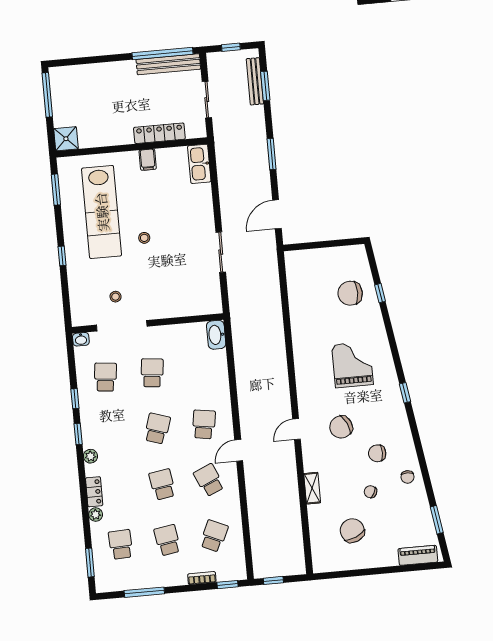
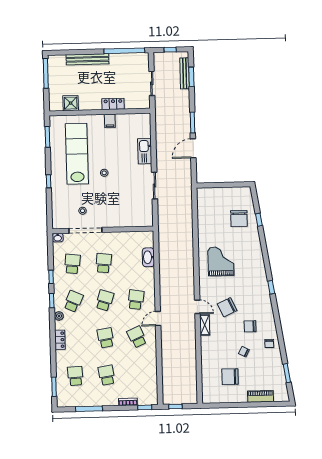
bench: (168, 64) -> (87, 59), moved
locker: (159, 133) -> (113, 104), width x0.66
shower: (66, 139) -> (71, 103), moved
kitchen sink: (199, 164) -> (145, 151), moved
lab bench: (102, 212) -> (77, 154), turned 180
door: (277, 214) -> (193, 148), moved
chair: (350, 293) -> (239, 219), turned -90
washbasin: (216, 335) -> (148, 257), moved
grand piano: (352, 365) -> (221, 261), moved
door: (296, 429) -> (197, 307), swing flipped
shelving: (312, 488) -> (205, 325), moved
plant: (96, 515) -> (60, 355), removed
chair: (352, 531) -> (230, 377), turned -67
school desk: (214, 536) -> (73, 301), moved
piano: (418, 555) -> (260, 396), moved

